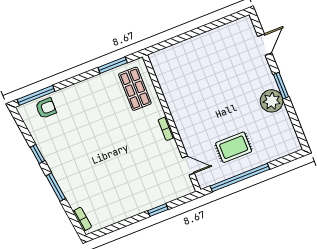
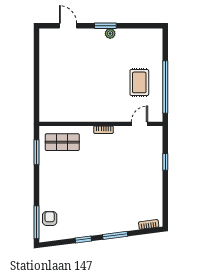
plant: (272, 101) -> (110, 34), width x0.53, depth x0.53

